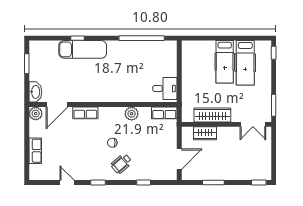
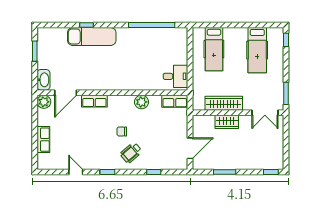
hospital bed: (225, 62) -> (214, 49), moved
wardrobe: (205, 133) -> (227, 122), moved

